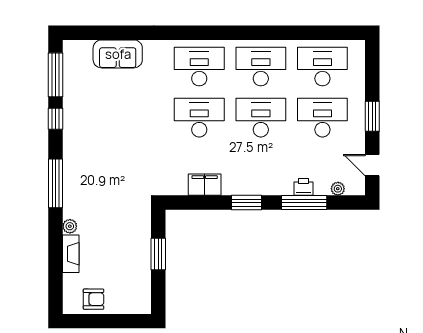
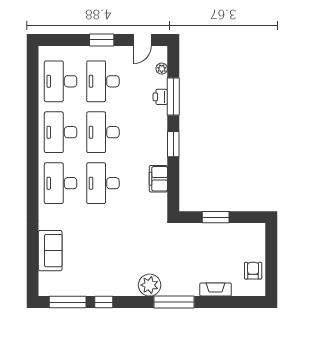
window: (56, 183) -> (174, 302), moved
plant: (70, 226) -> (150, 285), moved, width x1.88, depth x1.88

